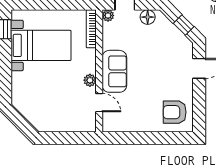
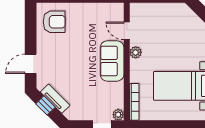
floor lamp: (148, 17) -> (80, 113), removed
tv unit: (174, 32) -> (55, 99), added

